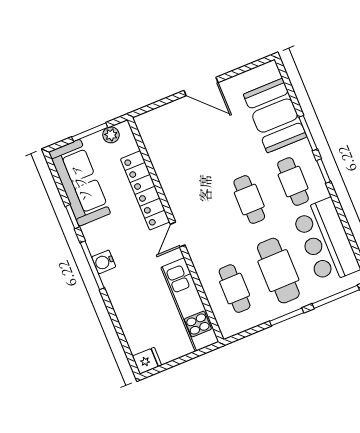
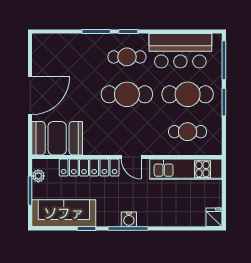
door: (201, 87) -> (30, 96), width x1.36
booth: (275, 116) -> (57, 138), moved
cafe table: (249, 200) -> (127, 94), width x1.37, depth x1.35

